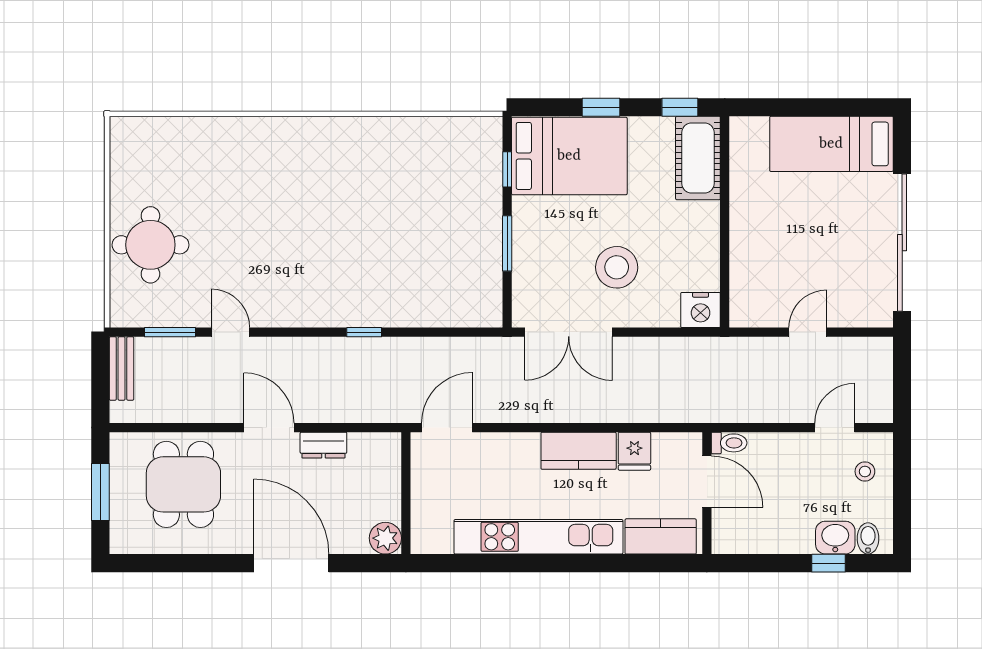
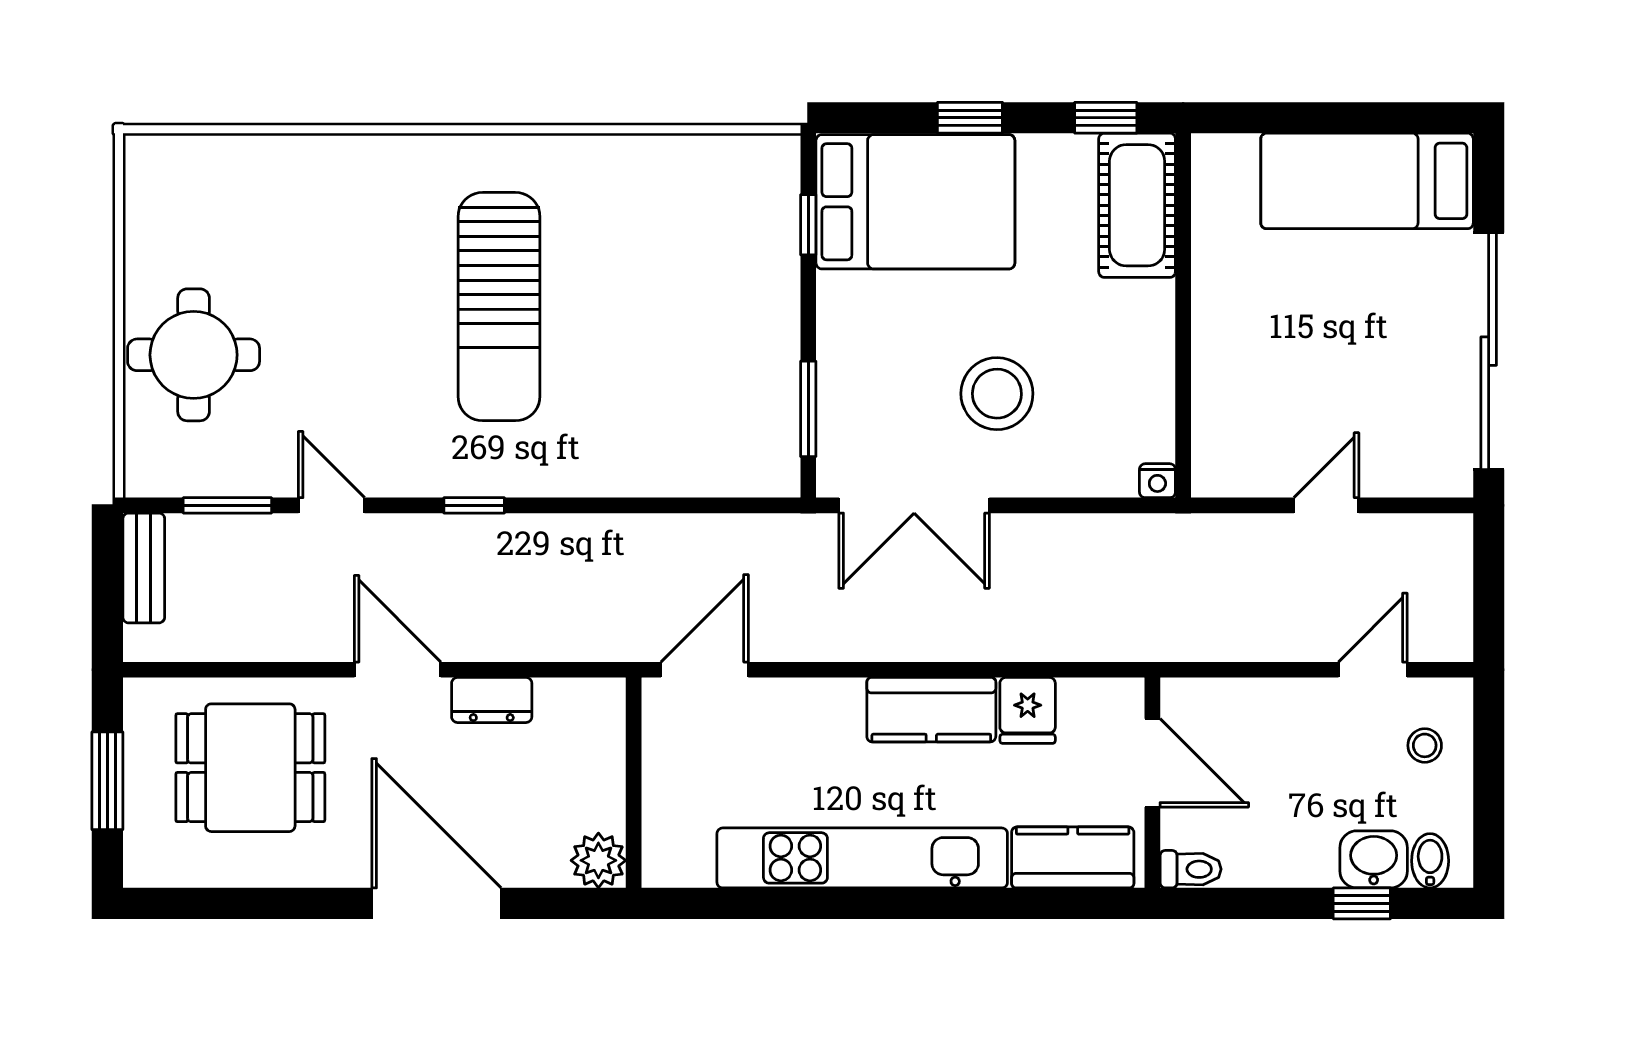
sun lounger: (328, 217) -> (499, 307), added
window: (507, 243) -> (808, 409), moved
nightstand: (701, 310) -> (1157, 481), width x0.53, depth x0.56
window: (364, 332) -> (474, 505), moved
toilet: (729, 443) -> (1191, 869), moved
dining table: (183, 484) -> (250, 768), turned 90

